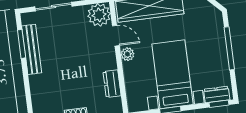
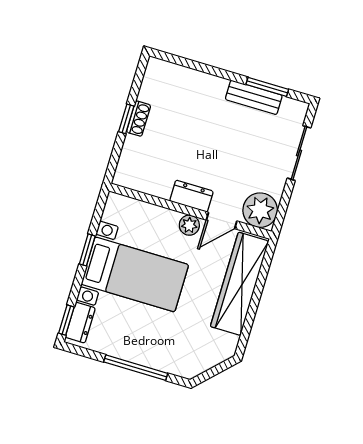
bench: (32, 49) -> (254, 97), width x0.73
dresser: (112, 84) -> (191, 196), moved

